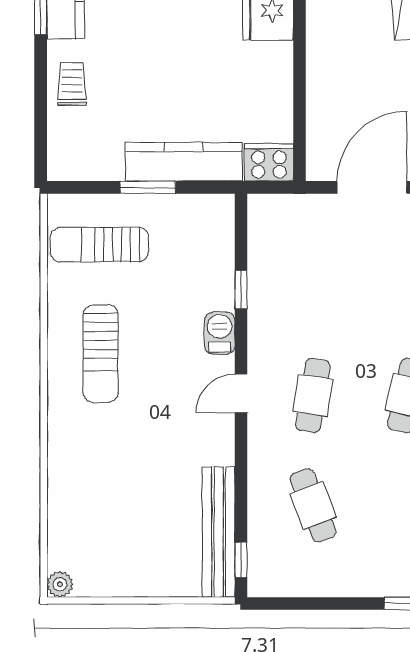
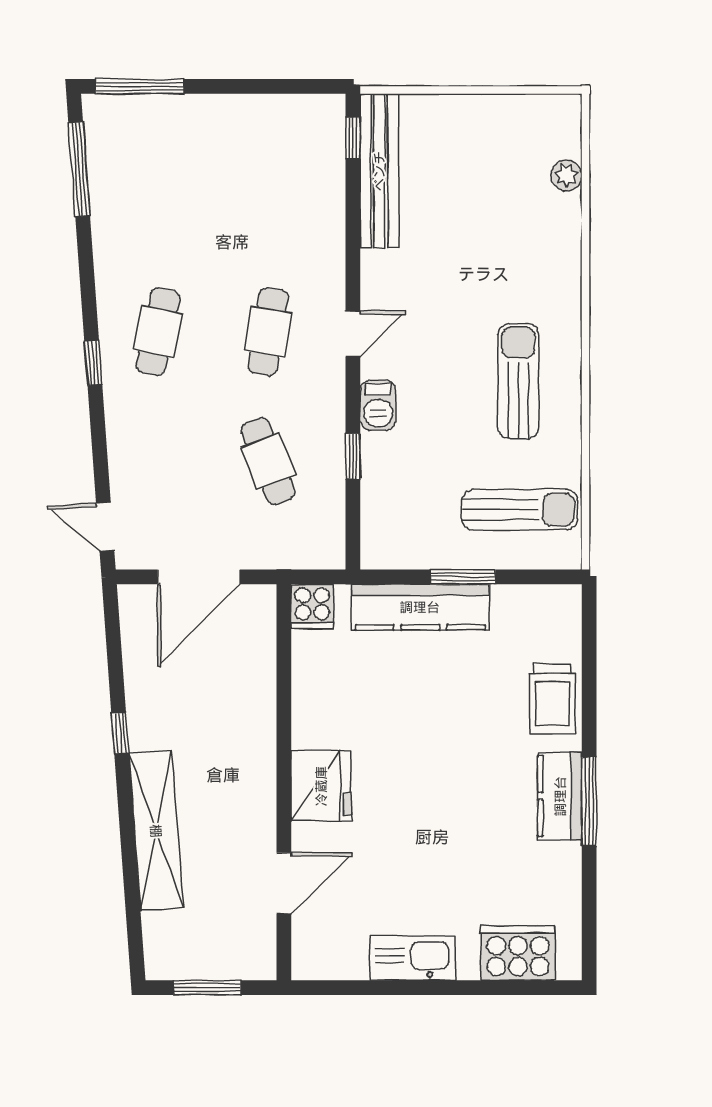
trolley: (72, 84) -> (552, 699), width x1.36, depth x1.39
cooker: (269, 162) -> (312, 607), width x0.73
cafe table: (313, 505) -> (268, 461), moved
plant: (60, 584) -> (566, 175), moved

